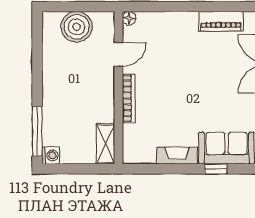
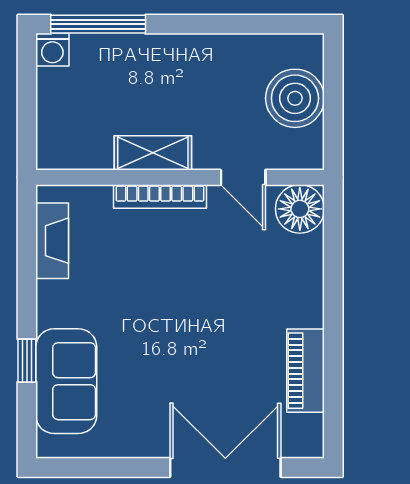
floor lamp: (129, 18) -> (300, 209), width x1.89, depth x1.89
shelving: (105, 144) -> (153, 153), moved
fireplace: (177, 156) -> (52, 241), moved

